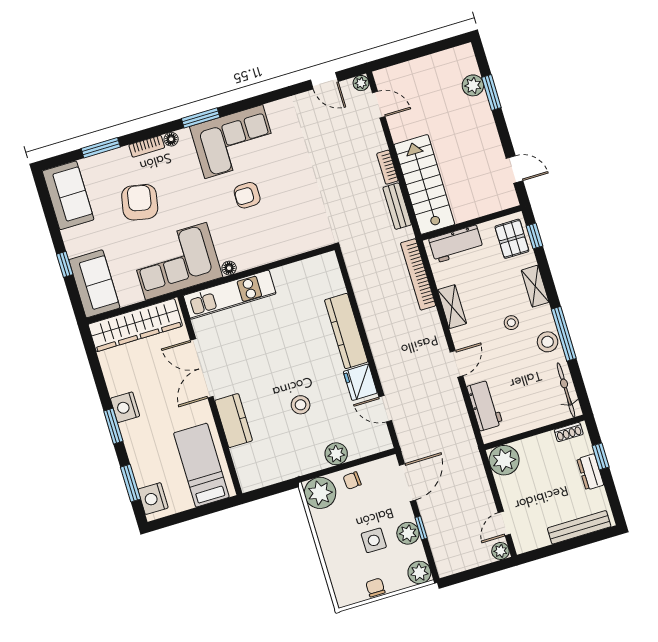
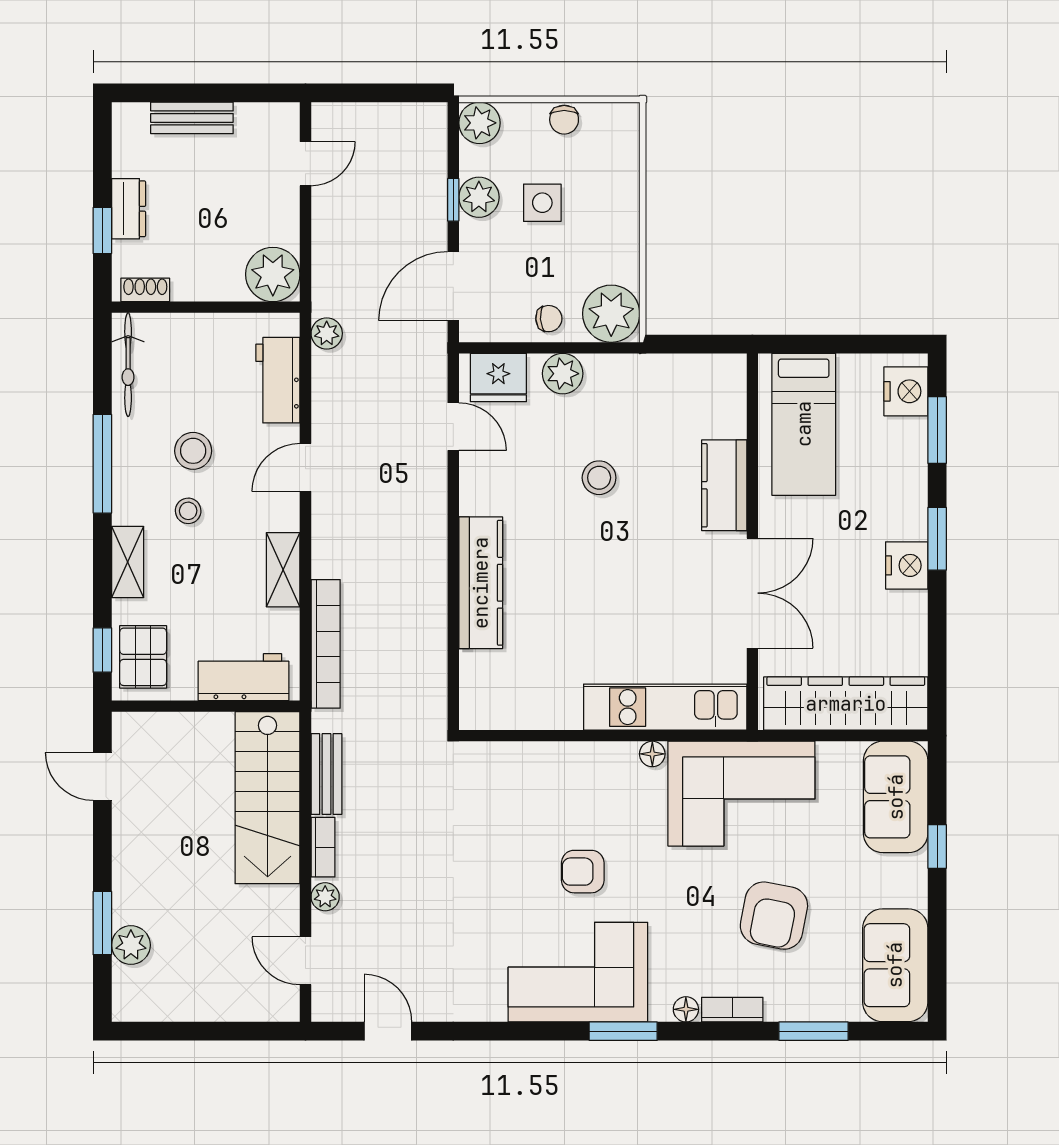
plant: (361, 83) -> (325, 897), moved
armchair: (247, 195) -> (583, 872), turned 180
stool: (548, 342) -> (193, 451), moved
fridge: (360, 382) -> (498, 378), moved, turned 90
bench: (579, 527) -> (192, 118), width x0.73
plant: (500, 551) -> (327, 333), moved

